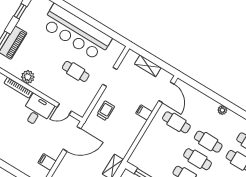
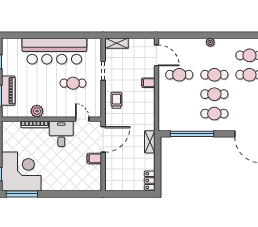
shelving: (148, 66) -> (117, 43), moved
door: (64, 109) -> (82, 119), swing flipped
filing cabinet: (47, 162) -> (94, 158), moved

